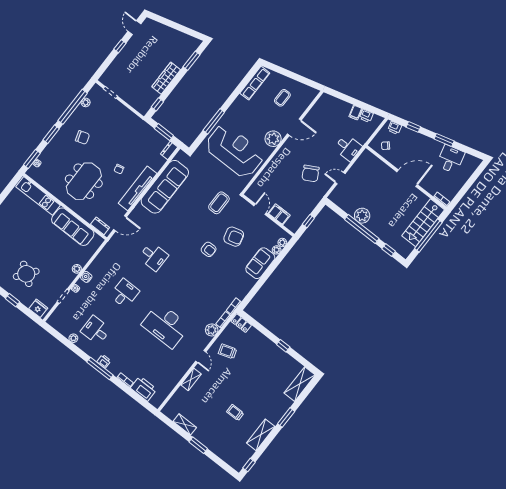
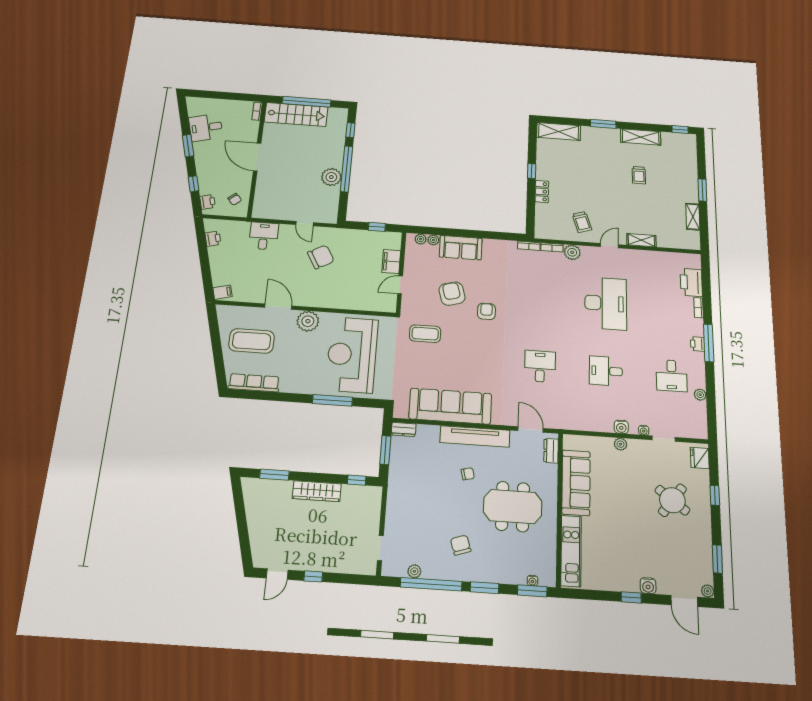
coffee table: (282, 98) -> (252, 341), width x1.86, depth x1.72
filing cabinet: (356, 113) -> (222, 292), moved
locker: (241, 323) -> (542, 192), moved

